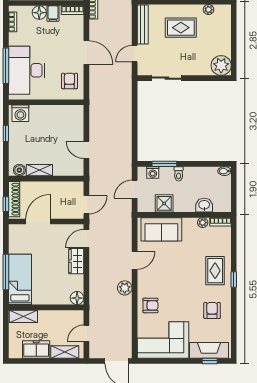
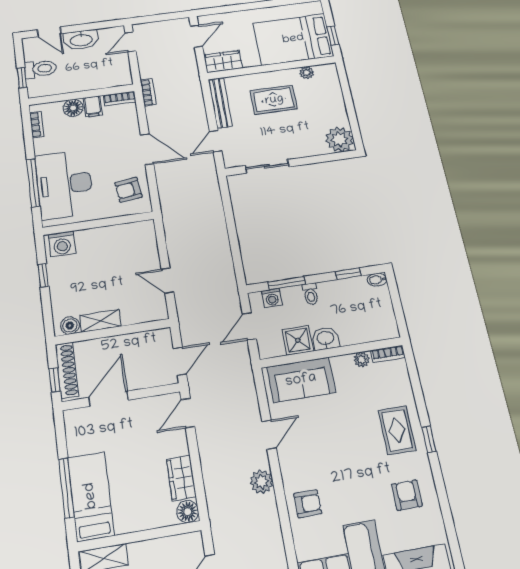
armchair: (69, 81) -> (128, 190), turned -97
window: (206, 164) -> (348, 274), added
washbasin: (204, 205) -> (325, 339), moved
wardrobe: (76, 261) -> (181, 478), moved

